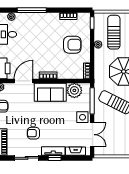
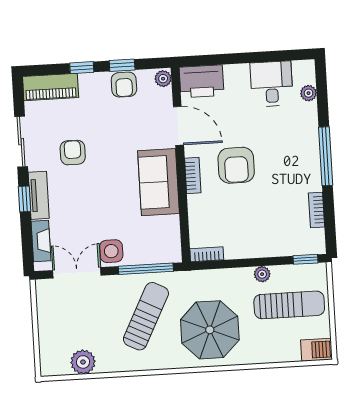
window: (32, 10) -> (326, 156), moved
armchair: (72, 45) -> (236, 165), moved
plant: (74, 90) -> (165, 231), removed
double door: (92, 135) -> (77, 273), swing flipped

